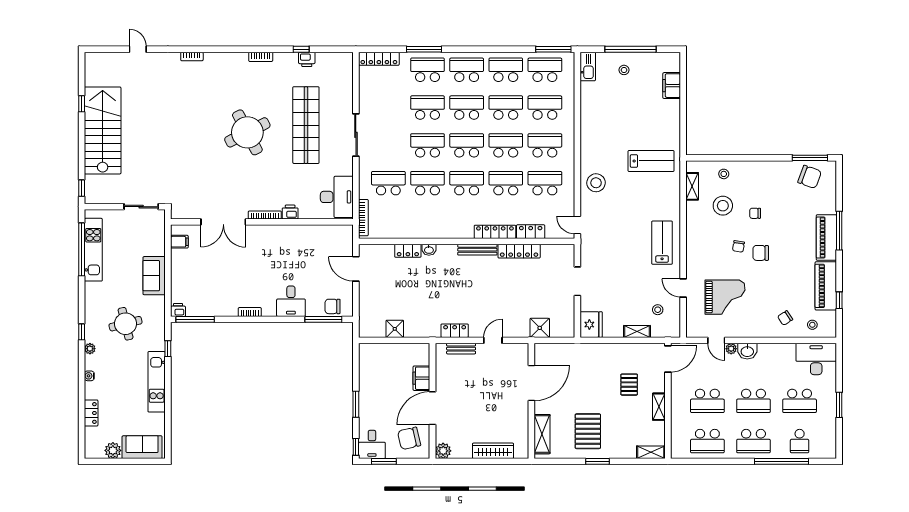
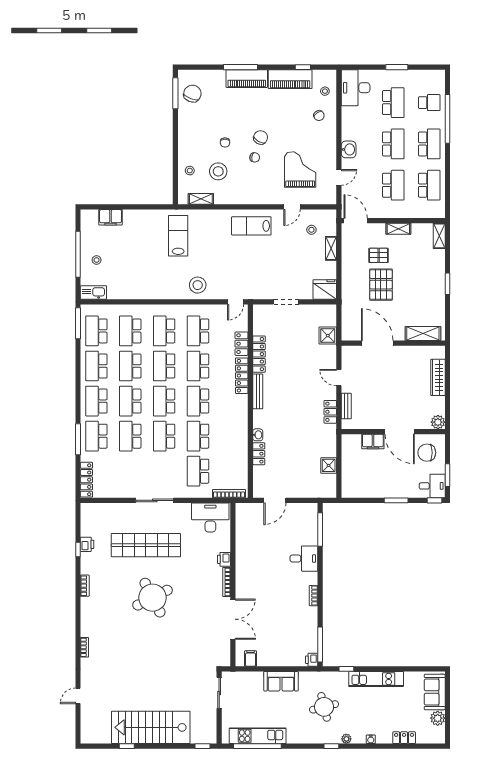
chair: (761, 253) -> (261, 137), turned -150
chair: (333, 306) -> (309, 521), removed
plant: (731, 349) -> (346, 164), removed
pallet: (588, 431) -> (381, 285), moved, turned 90
chair: (409, 438) -> (427, 453), turned 103

